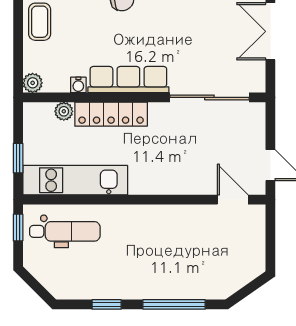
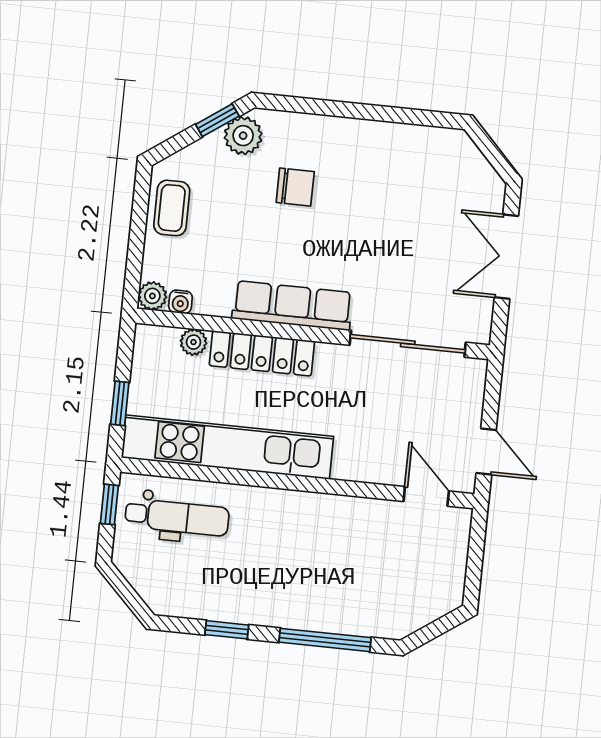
water cooler: (78, 85) -> (180, 302), moved
kitchen unit: (75, 180) -> (227, 447), width x1.36

